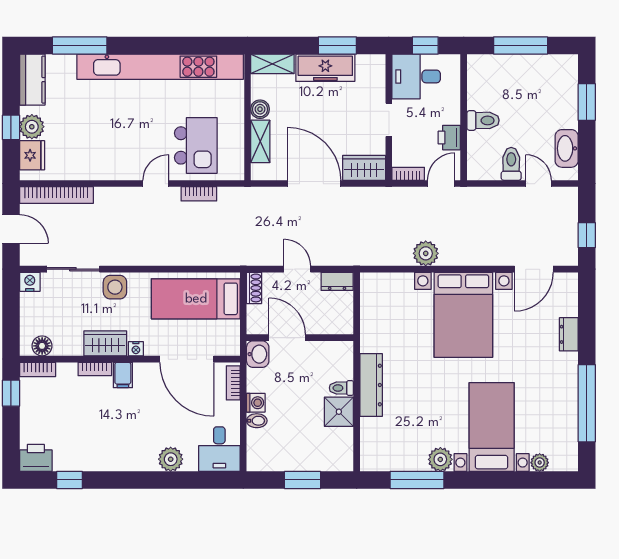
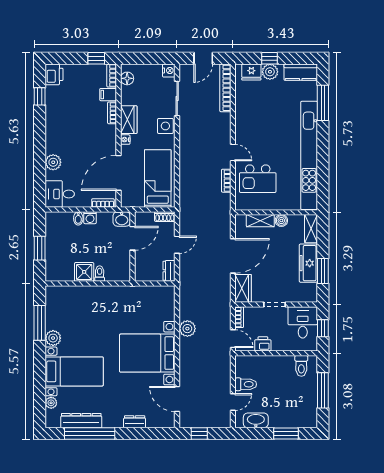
toilet: (483, 120) -> (301, 366), moved
filing cabinet: (123, 375) -> (108, 95), moved
dresser: (371, 385) -> (81, 421), moved, turned 180

